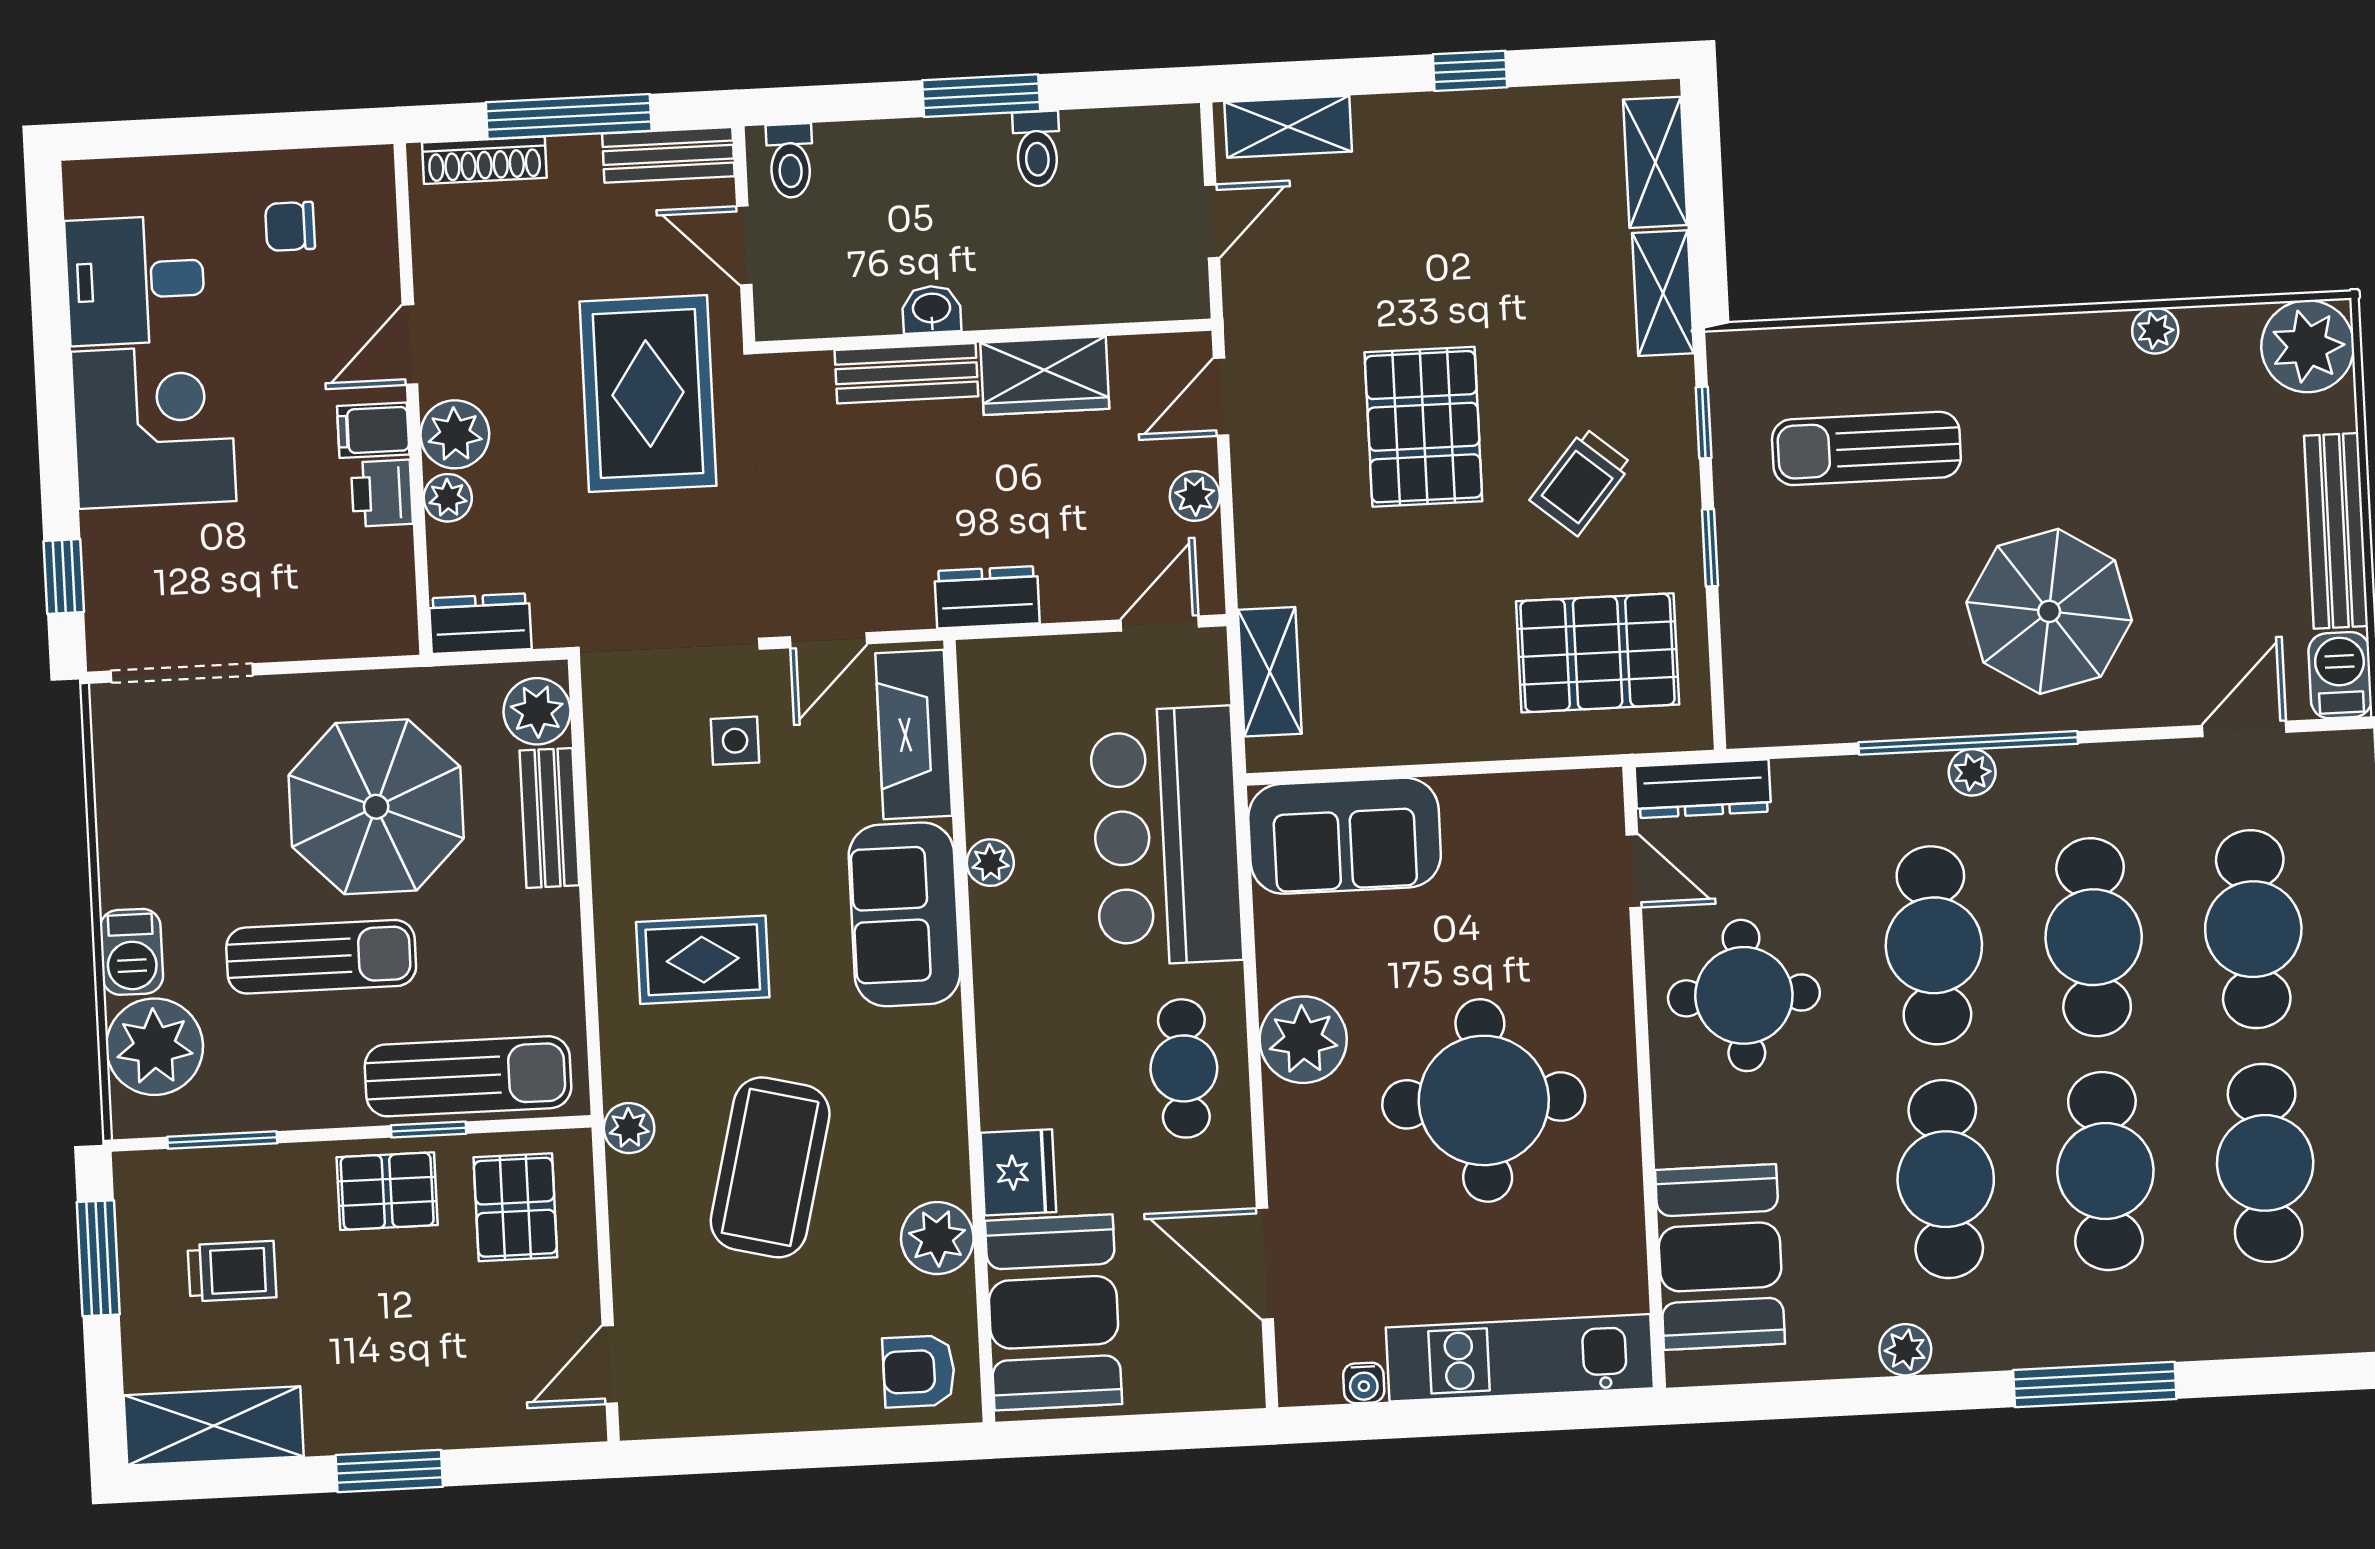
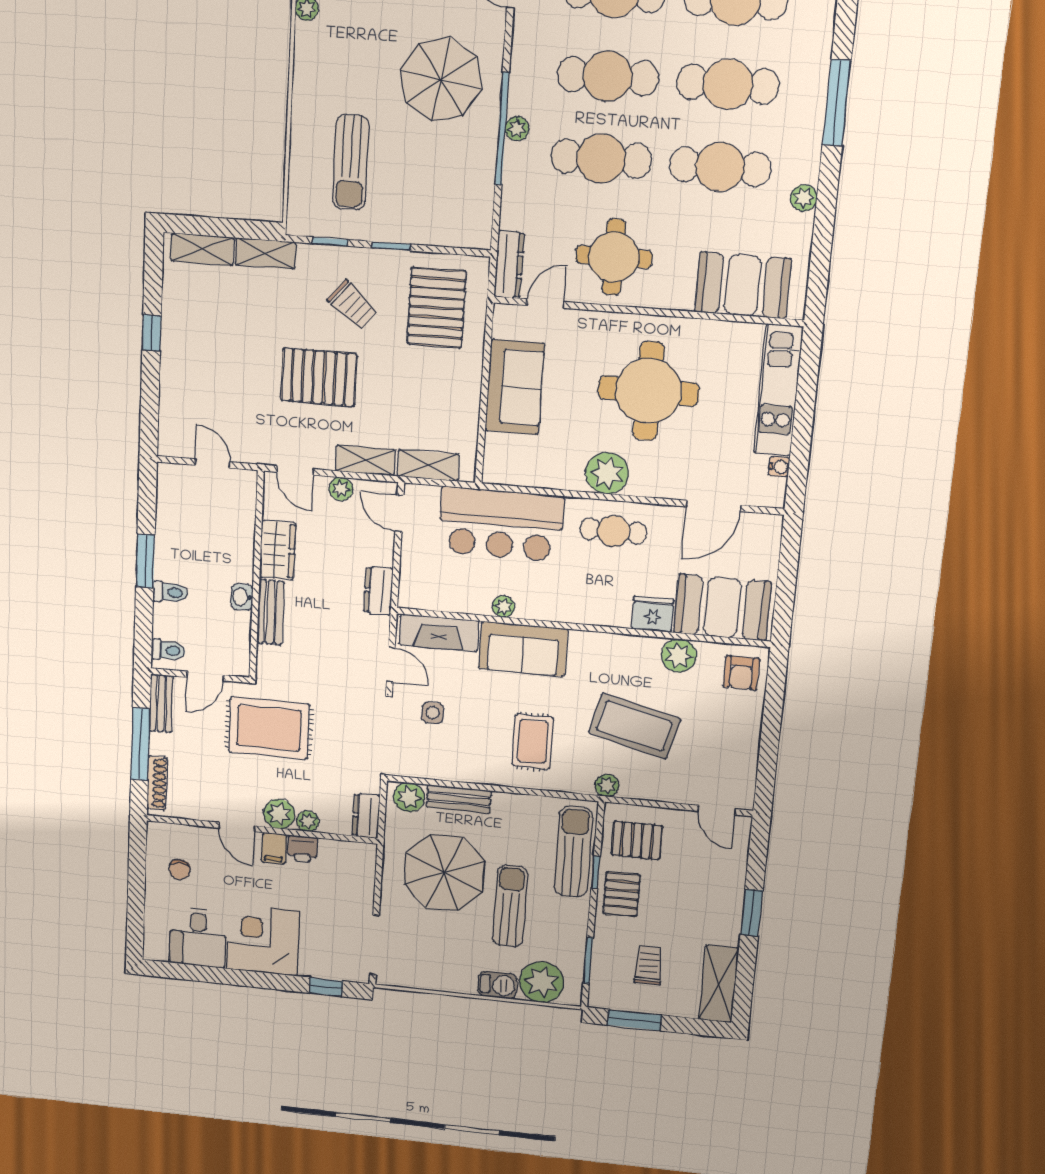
shelving: (1288, 127) -> (365, 460), moved, turned 90
toilet: (1037, 149) -> (170, 592), moved
sofa: (1345, 836) -> (515, 387), moved

